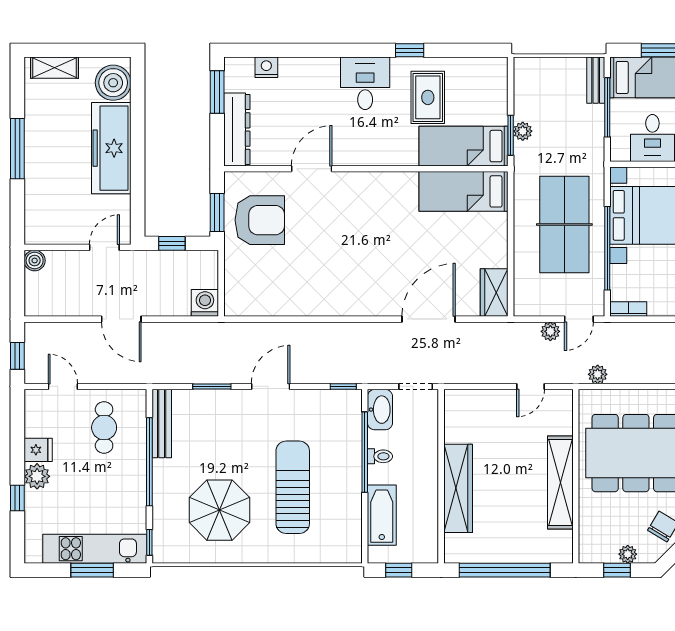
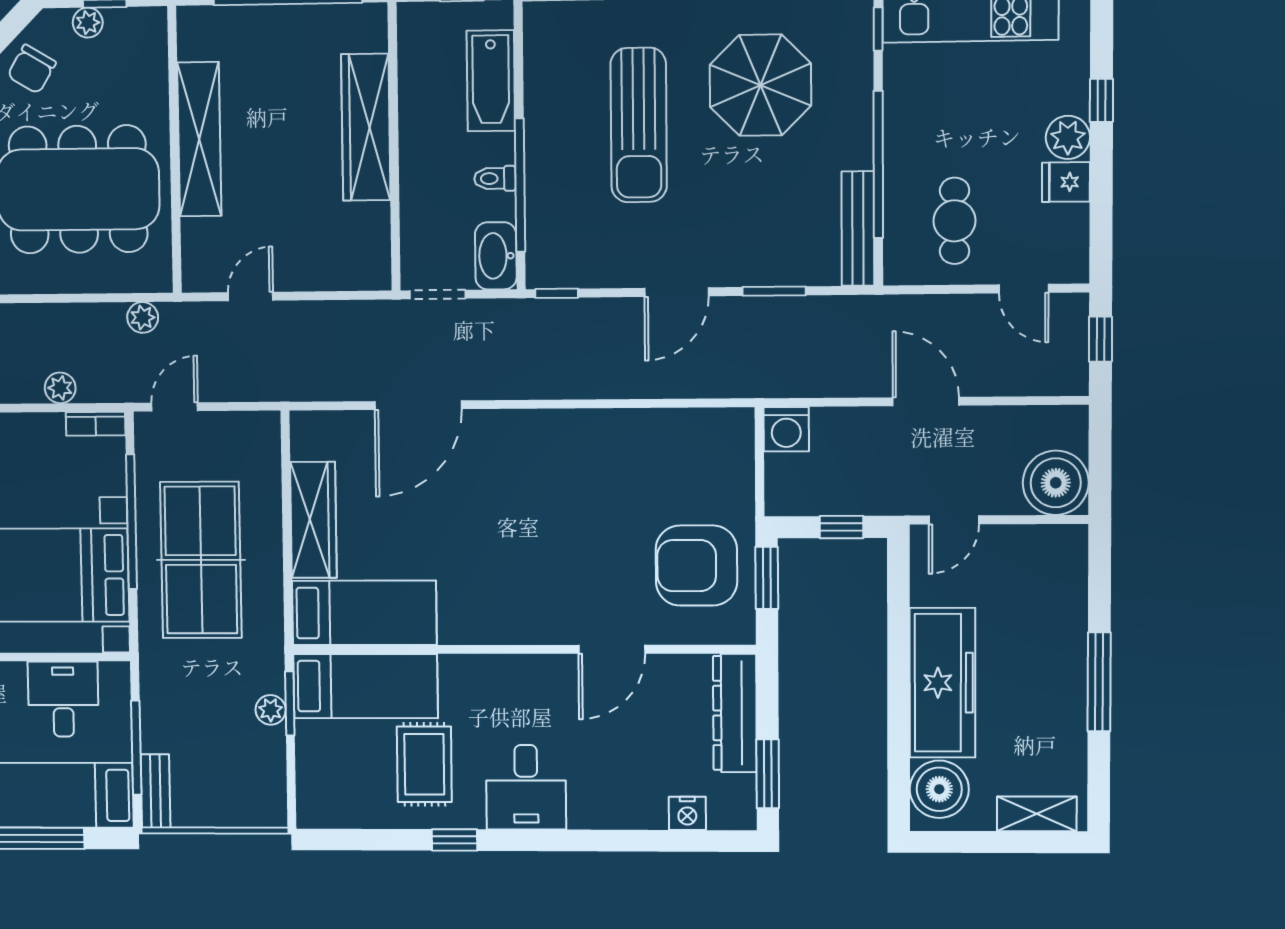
boiler: (35, 261) -> (1056, 483), width x1.86, depth x1.86
wardrobe: (494, 293) -> (313, 520), moved, width x1.50
plant: (550, 331) -> (60, 388), moved

